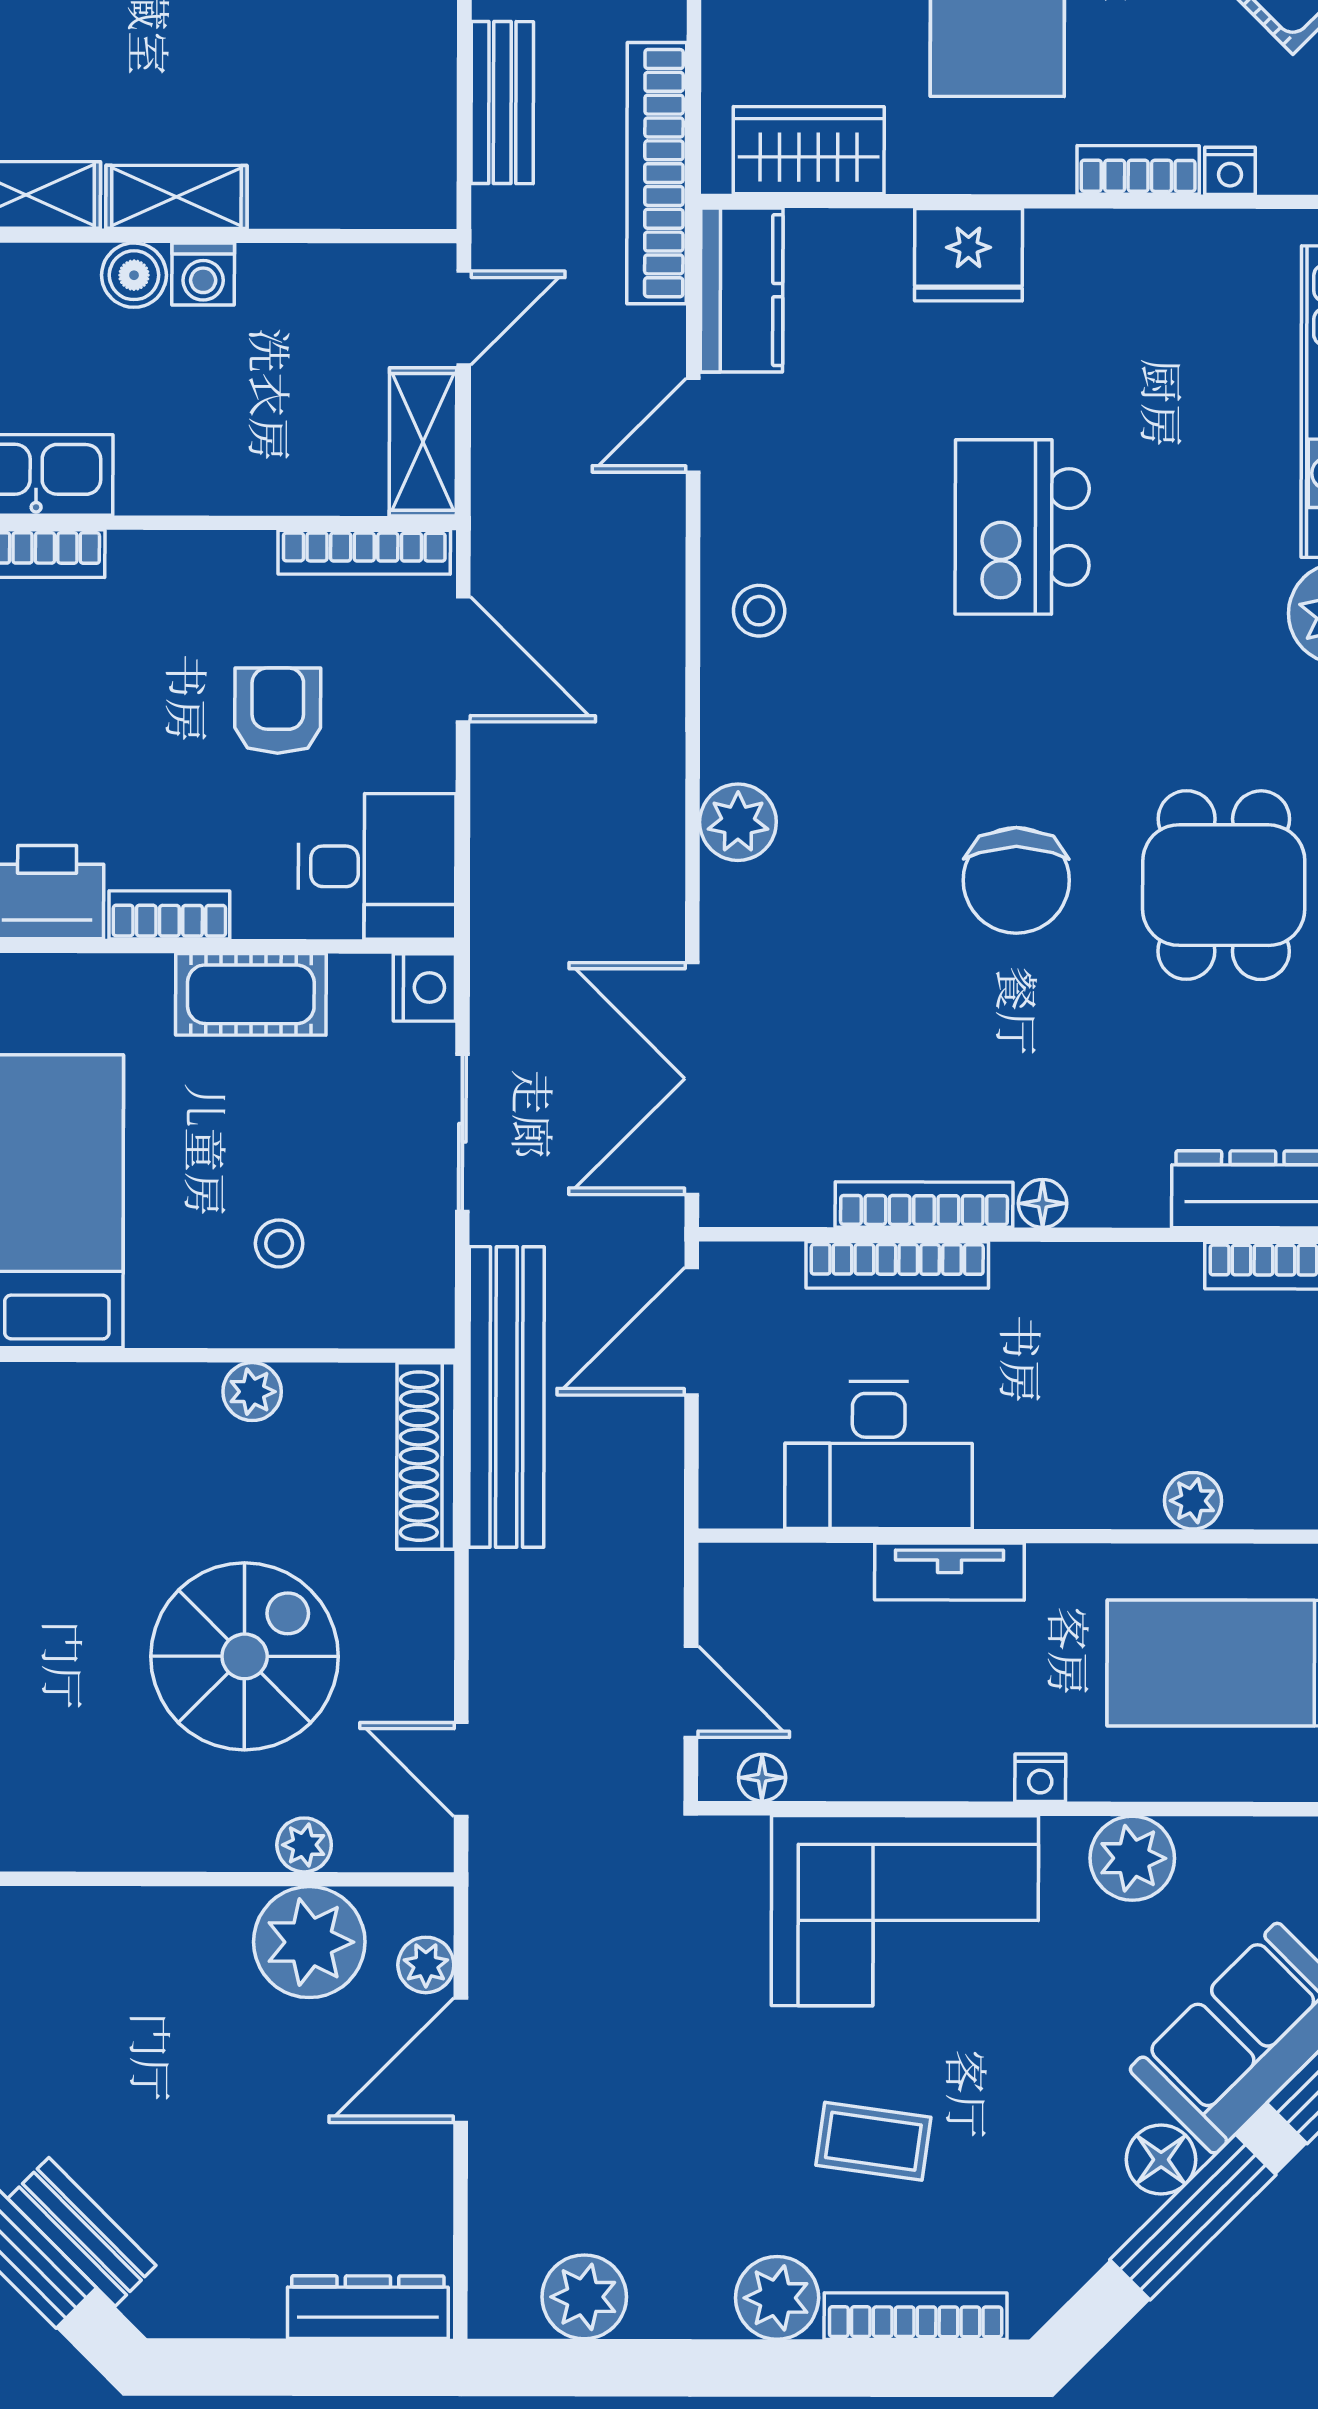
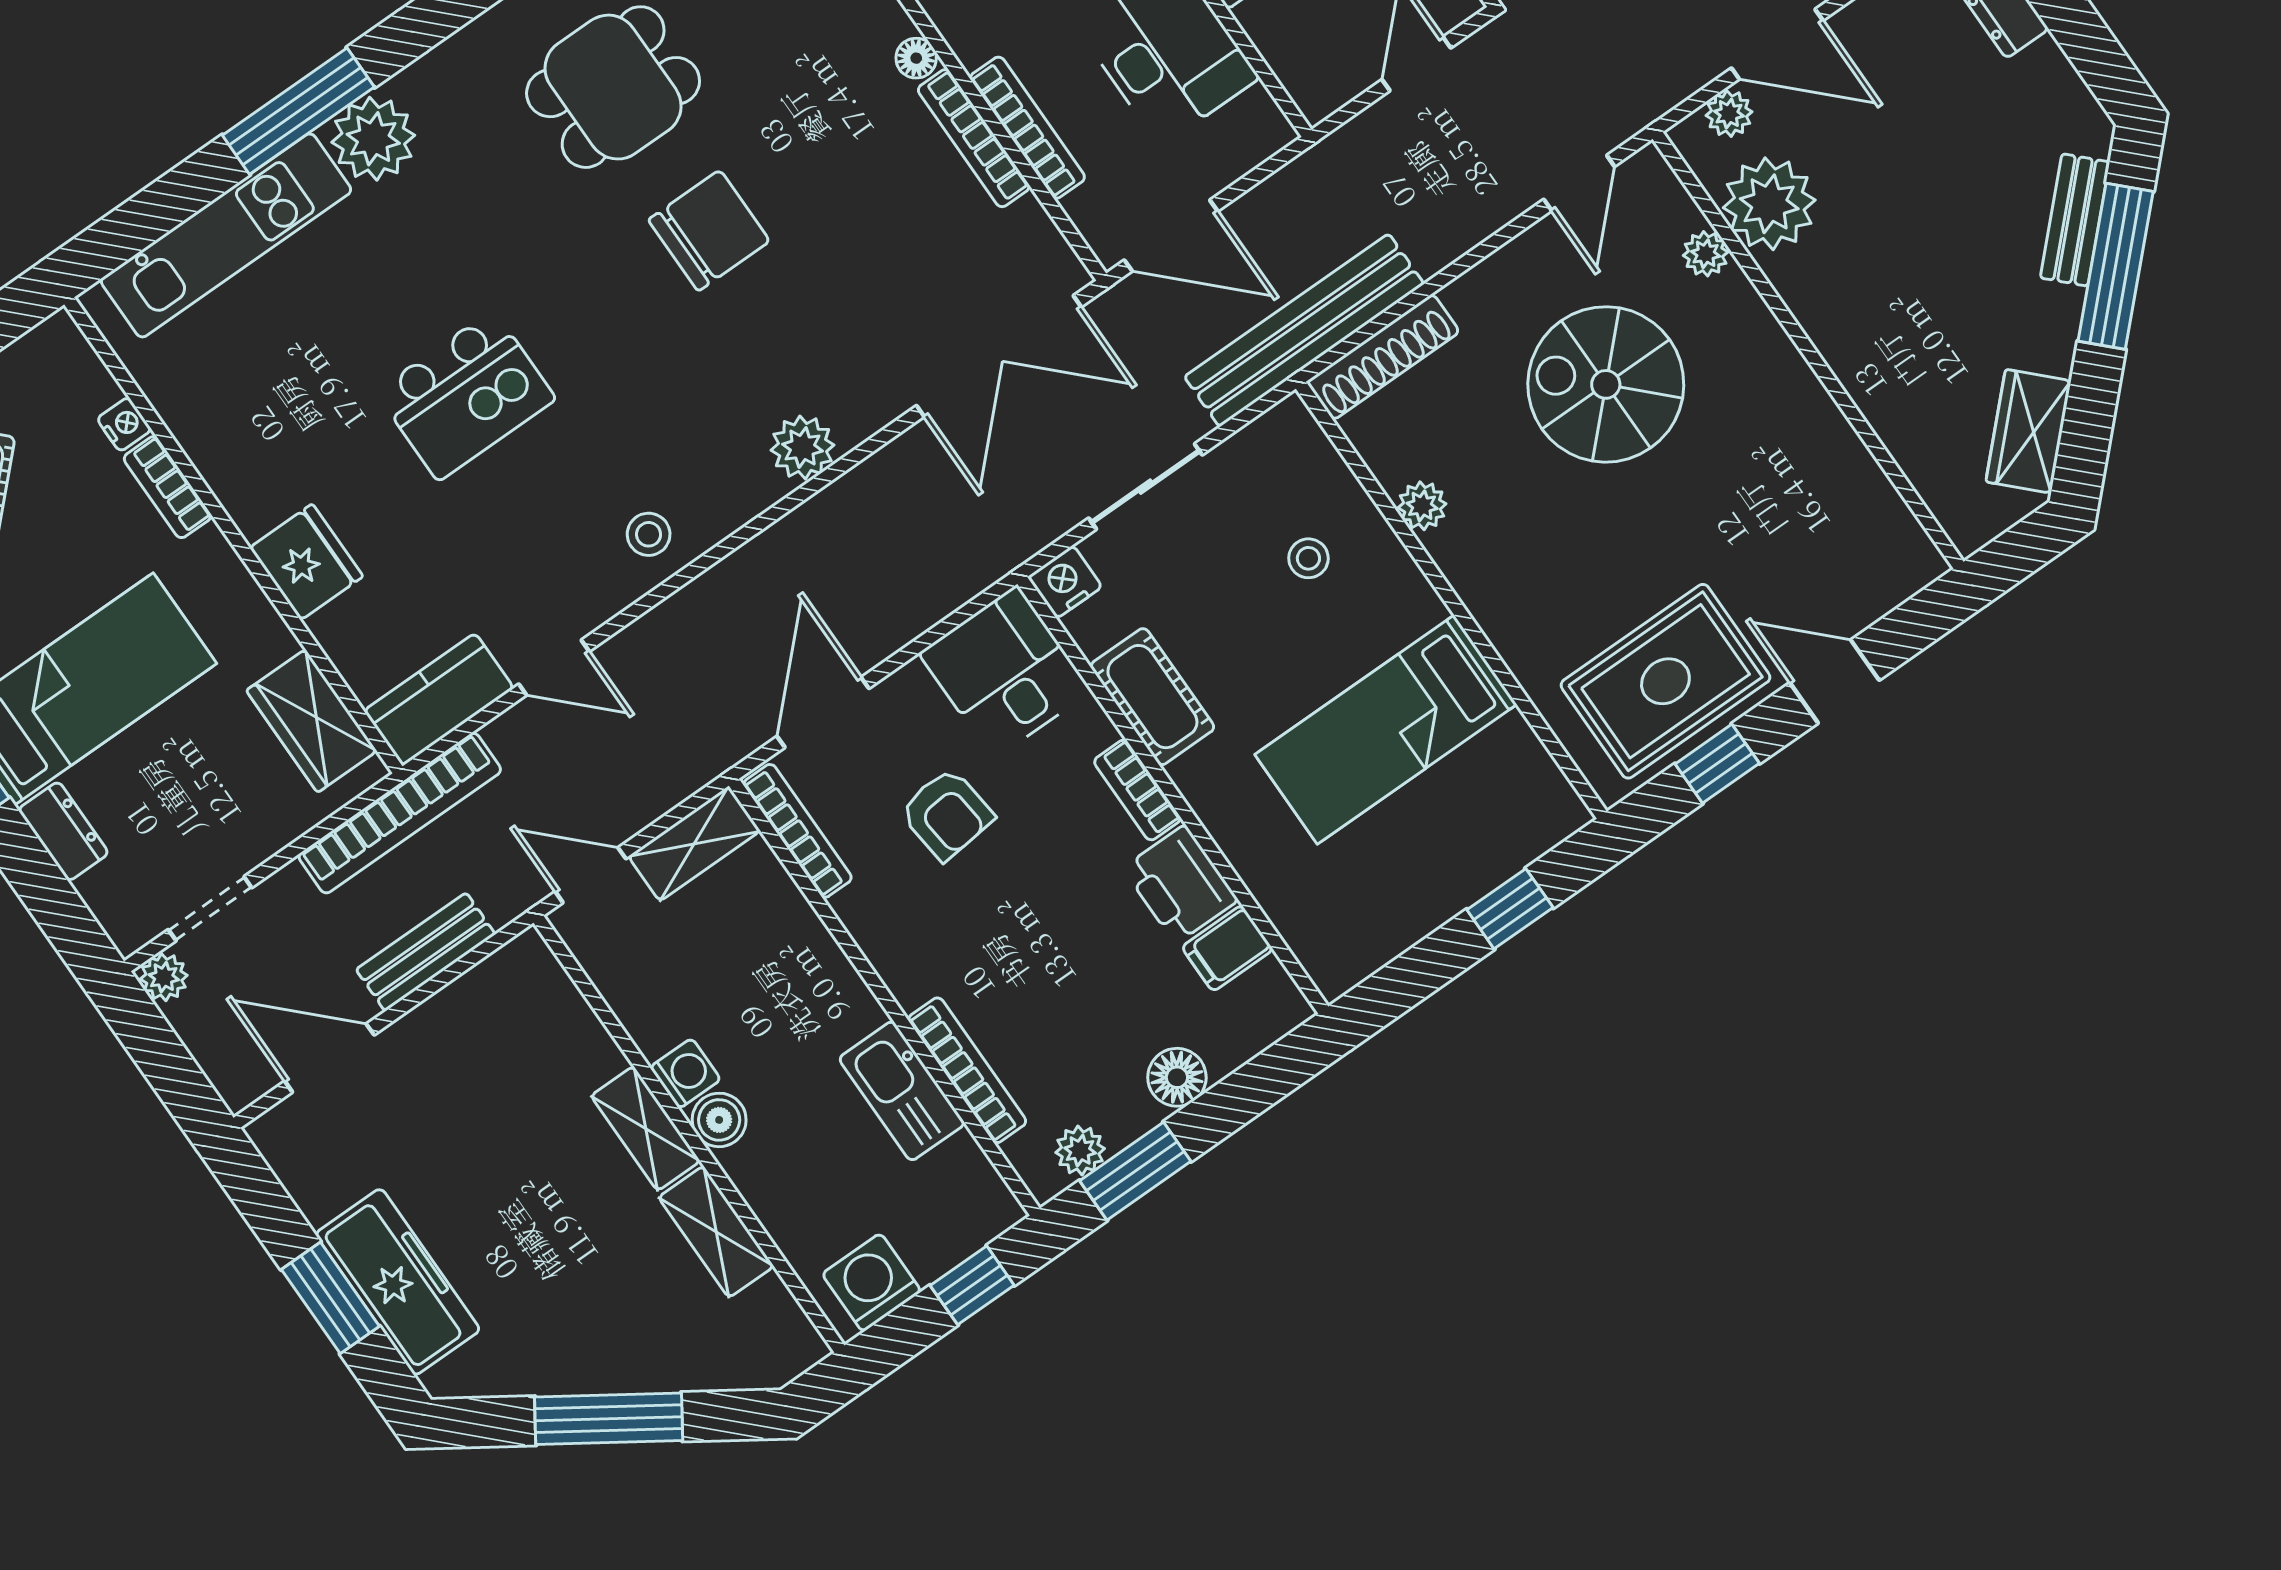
armchair: (278, 711) -> (947, 814), turned -96

